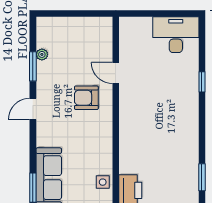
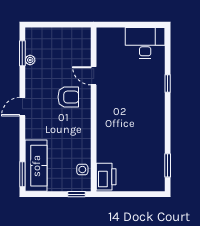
window: (33, 66) -> (22, 53), moved
armchair: (86, 98) -> (68, 97), turned 180

